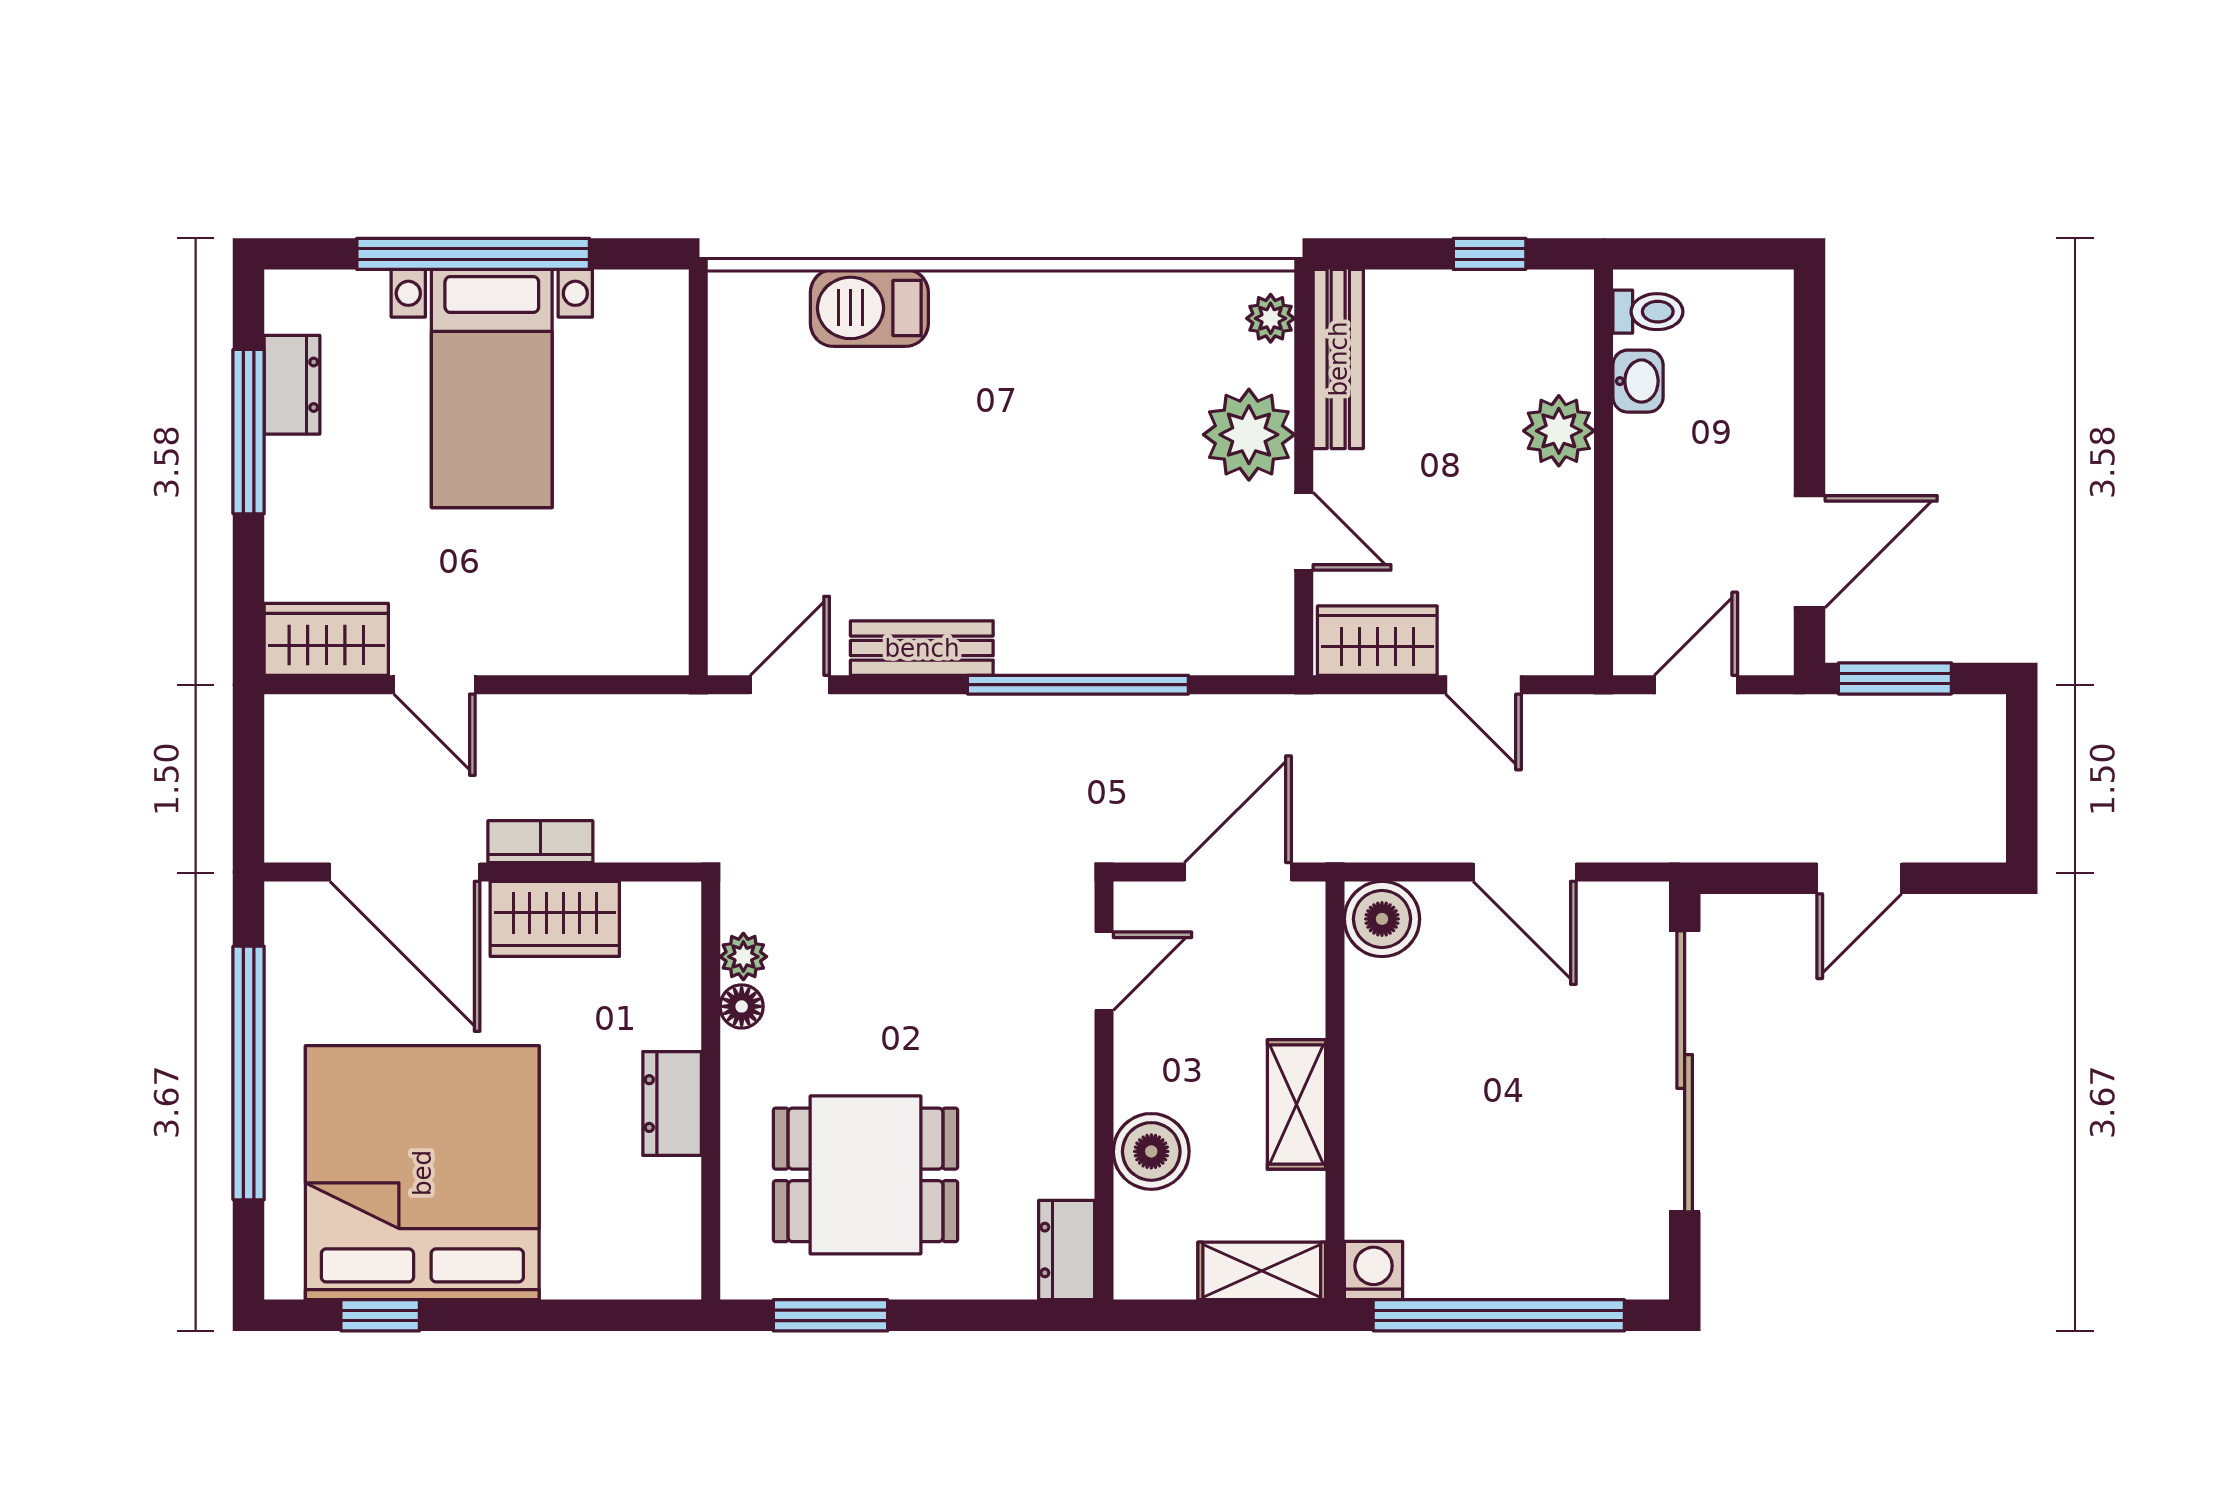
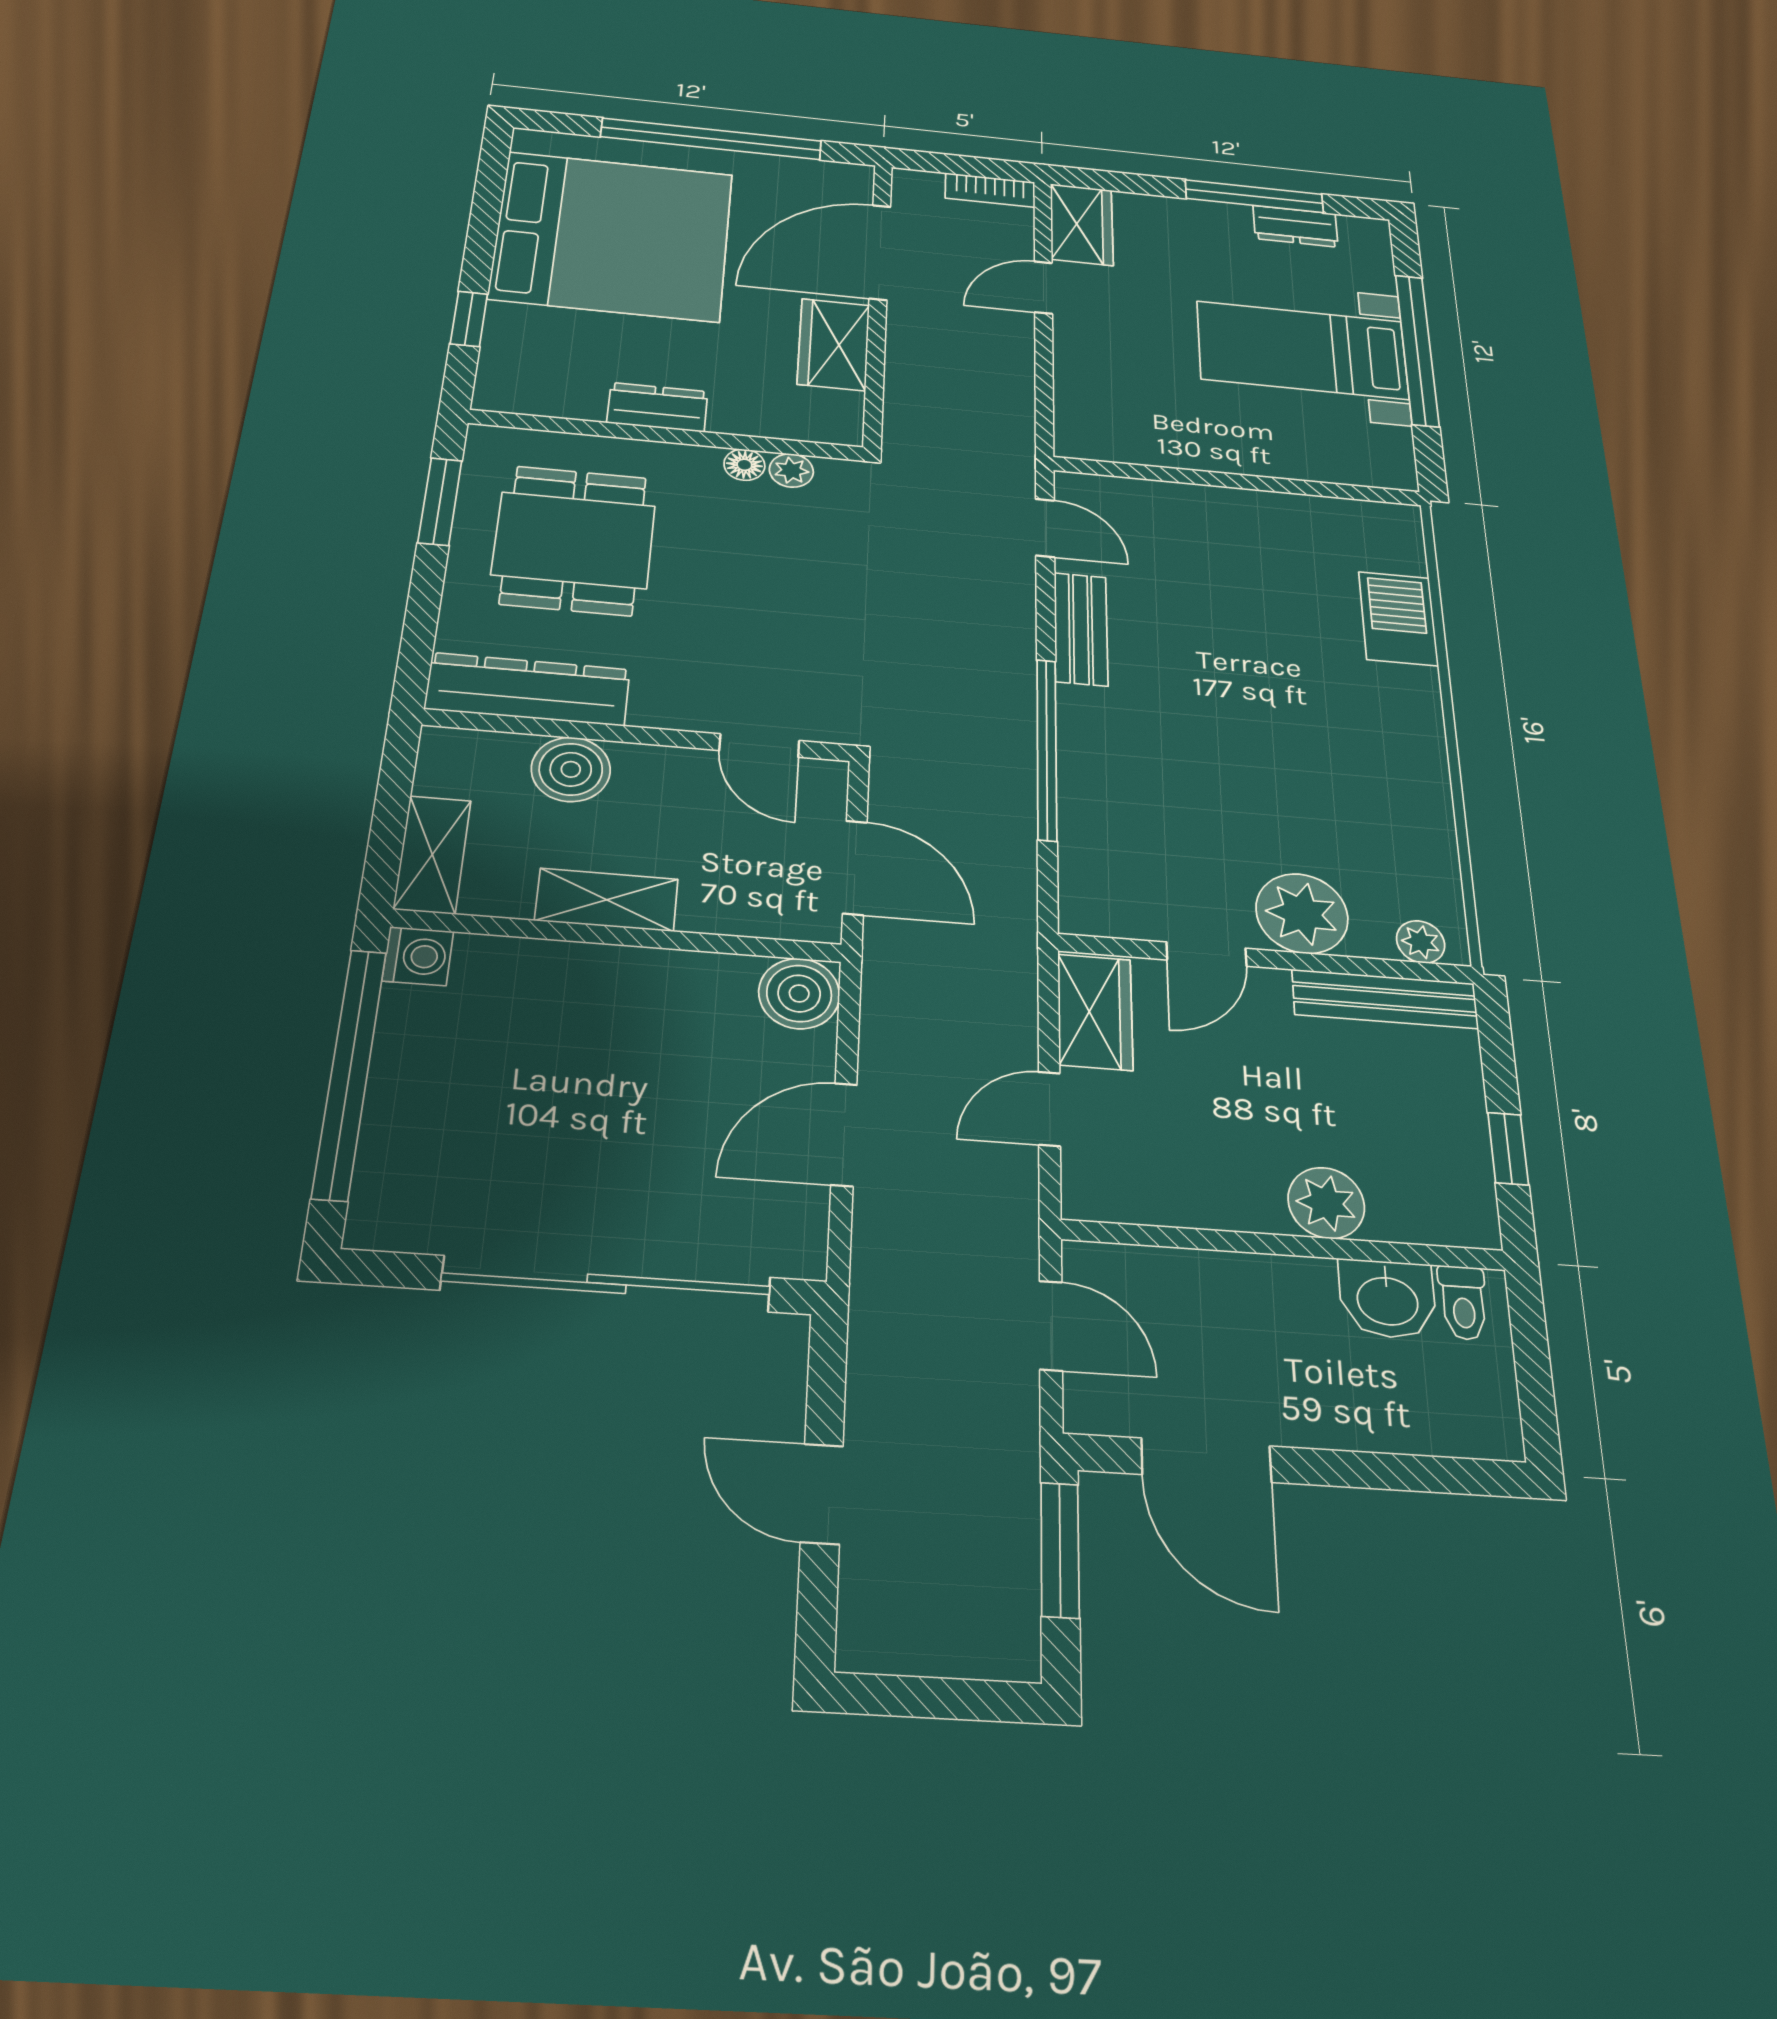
washbasin: (1638, 381) -> (1387, 1299), width x1.38, depth x1.45
bookcase: (540, 842) -> (990, 190), moved, turned 90
dresser: (1067, 1250) -> (528, 689), width x1.96, depth x1.24
window: (380, 1315) -> (469, 319), moved

